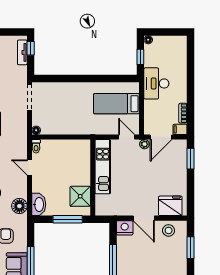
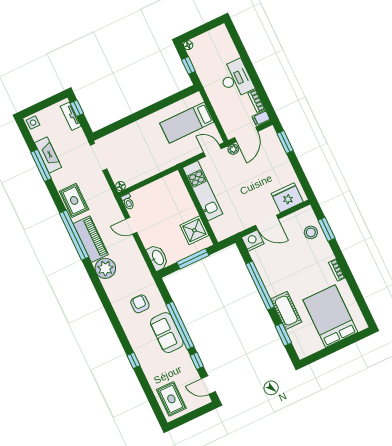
desk: (156, 83) -> (236, 79), moved, turned 180
floor lamp: (19, 206) -> (139, 268), removed
stool: (169, 230) -> (311, 232), moved

